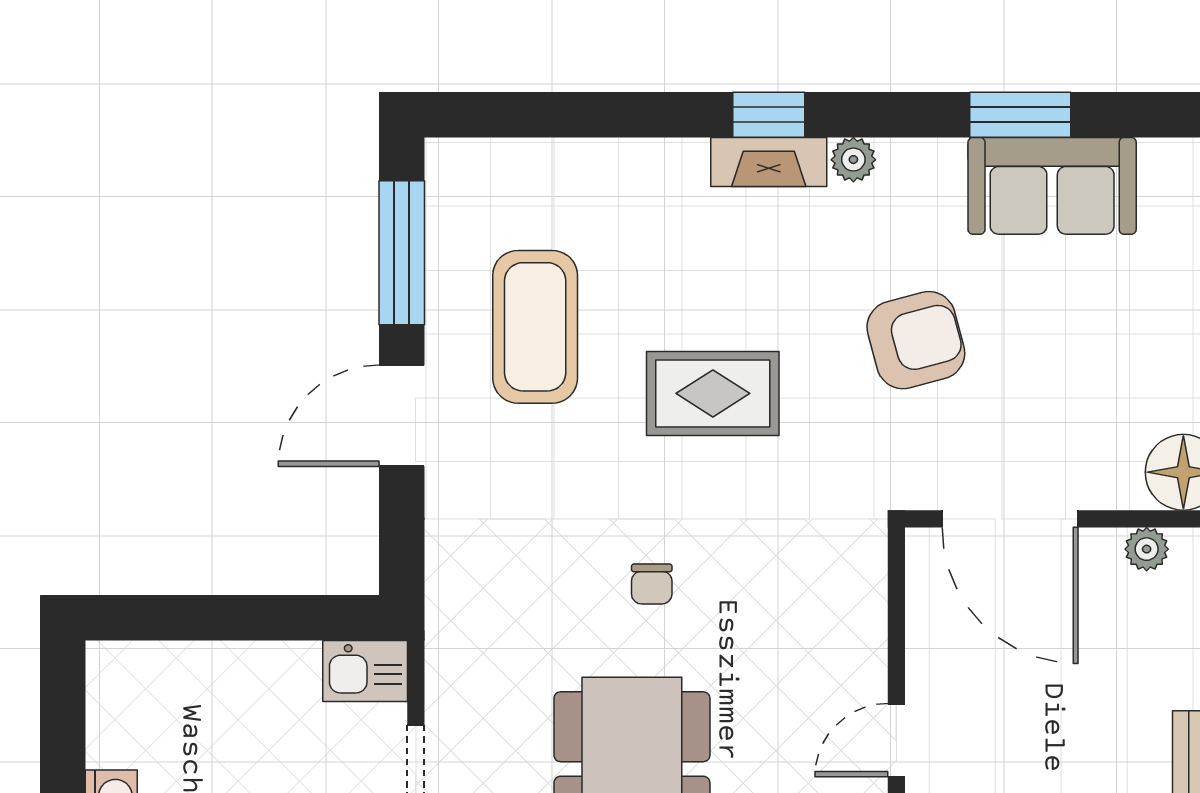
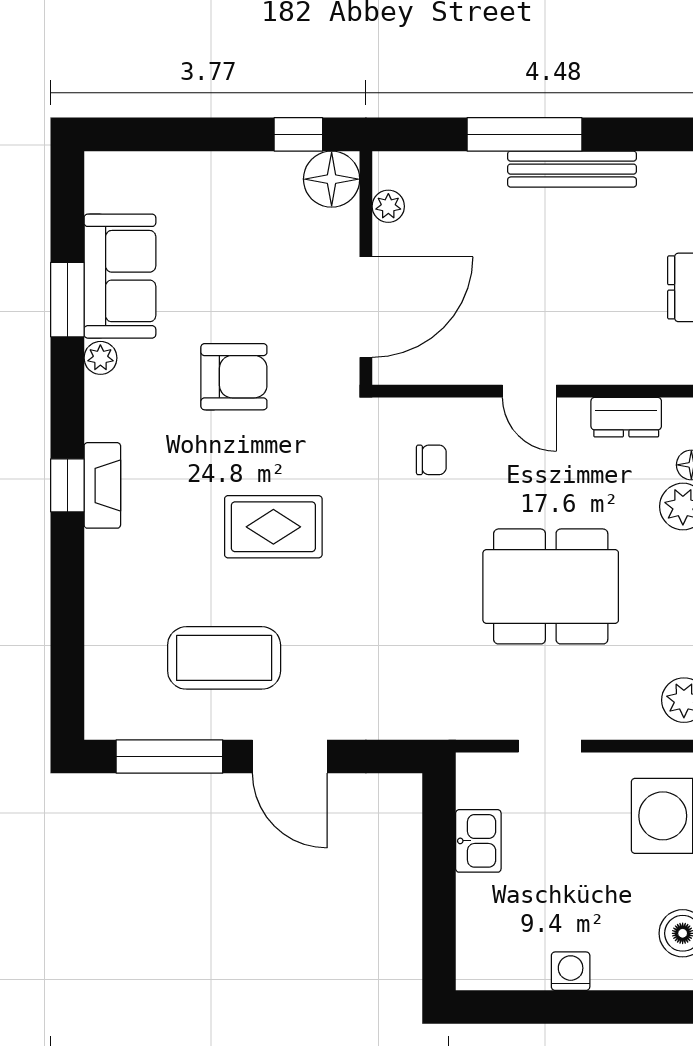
plant: (853, 160) -> (100, 358), moved
armchair: (916, 340) -> (234, 377), turned 105
rug: (713, 393) -> (273, 527), turned 90
chair: (652, 584) -> (431, 460), moved
kitchen sink: (365, 671) -> (478, 841), moved

